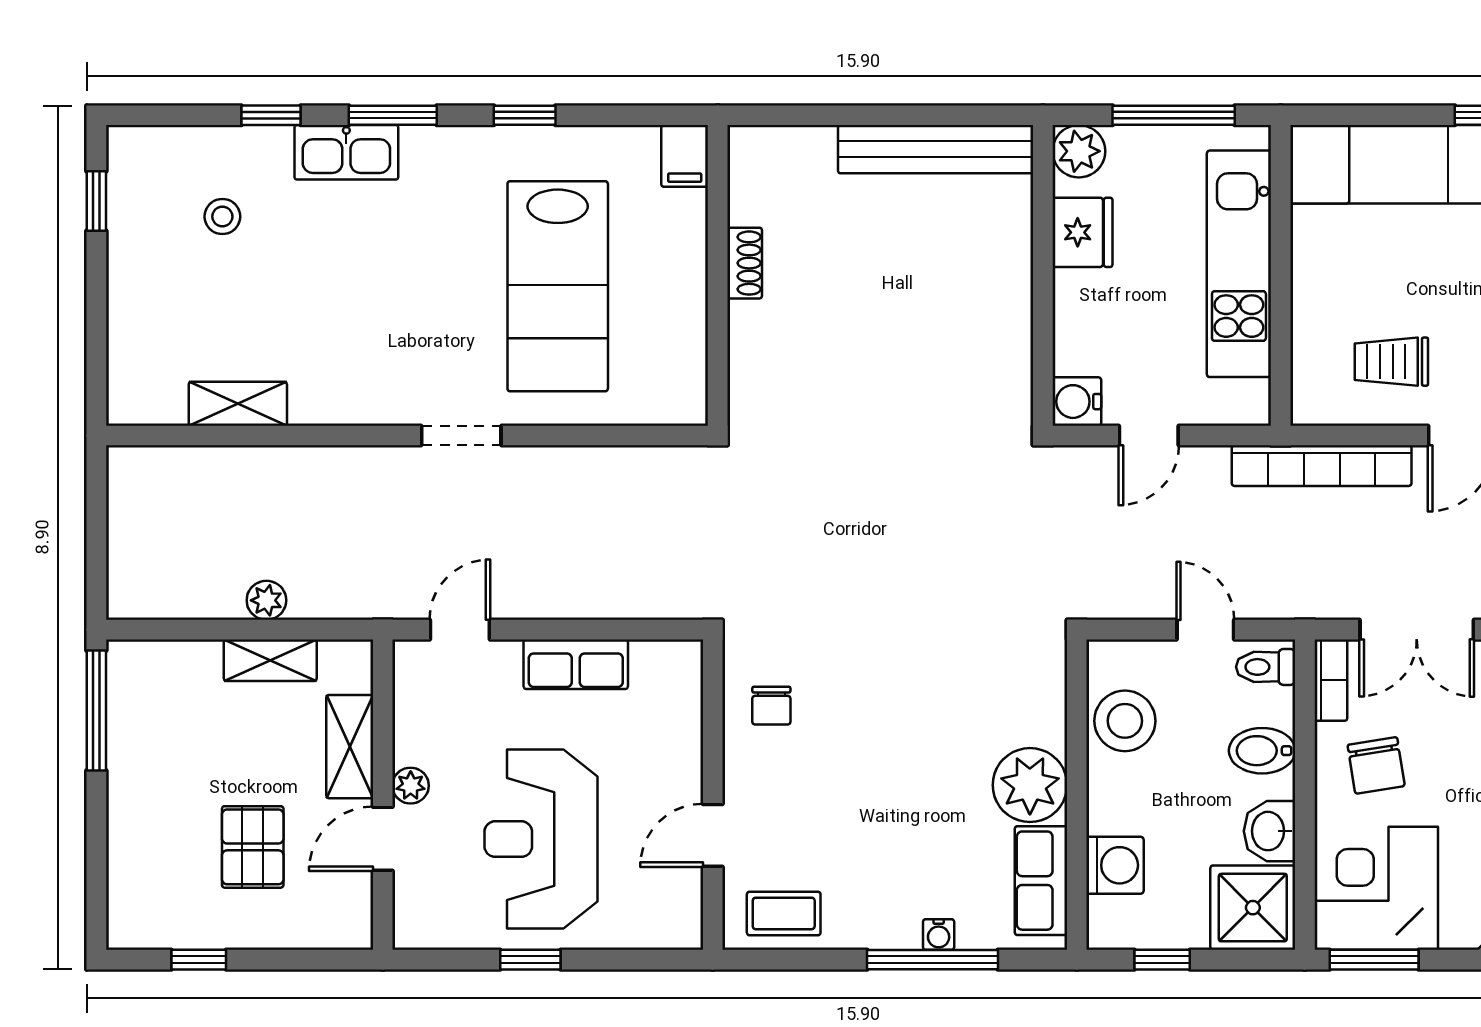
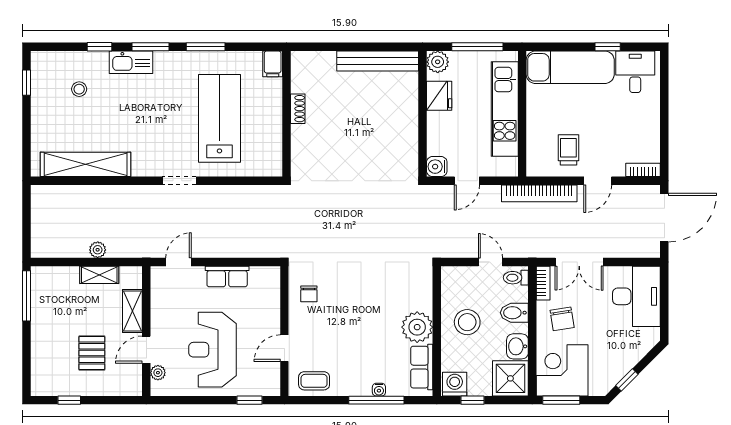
window: (525, 115) -> (206, 47), width x1.50
lab bench: (558, 286) -> (219, 118), turned 180
trolley: (1391, 362) -> (568, 150), turned 90
shelving: (238, 404) -> (86, 164), width x2.20, depth x1.33
stool: (1125, 721) -> (467, 322), moved
plant: (411, 786) -> (158, 373), moved
washing machine: (1115, 865) -> (455, 384), moved, turned -90
window: (530, 960) -> (250, 400), moved

